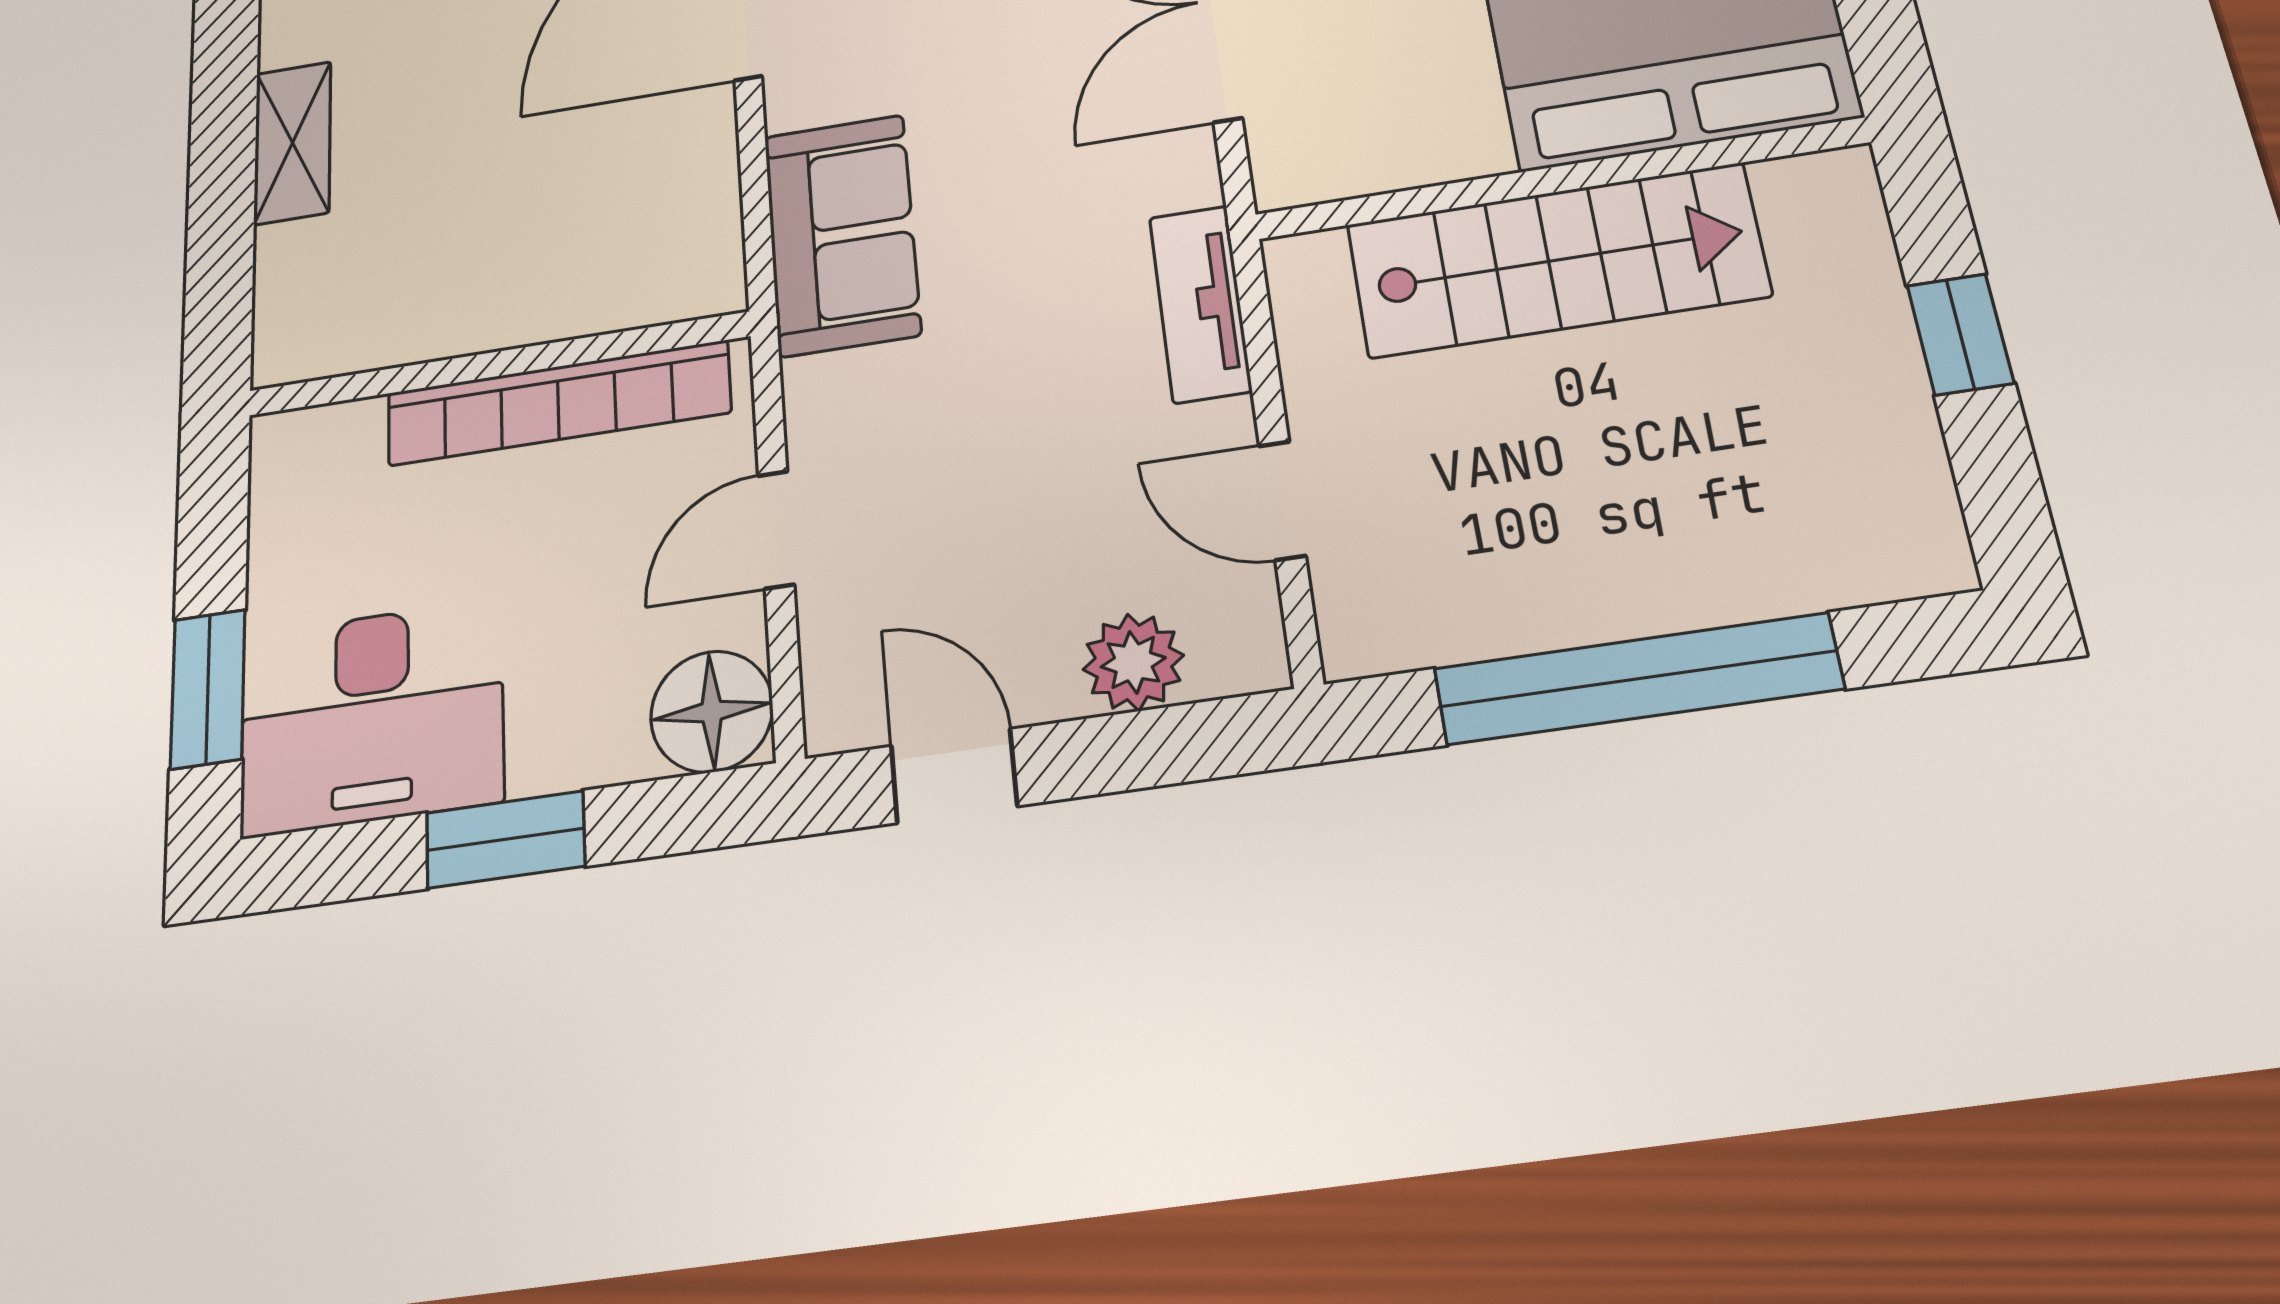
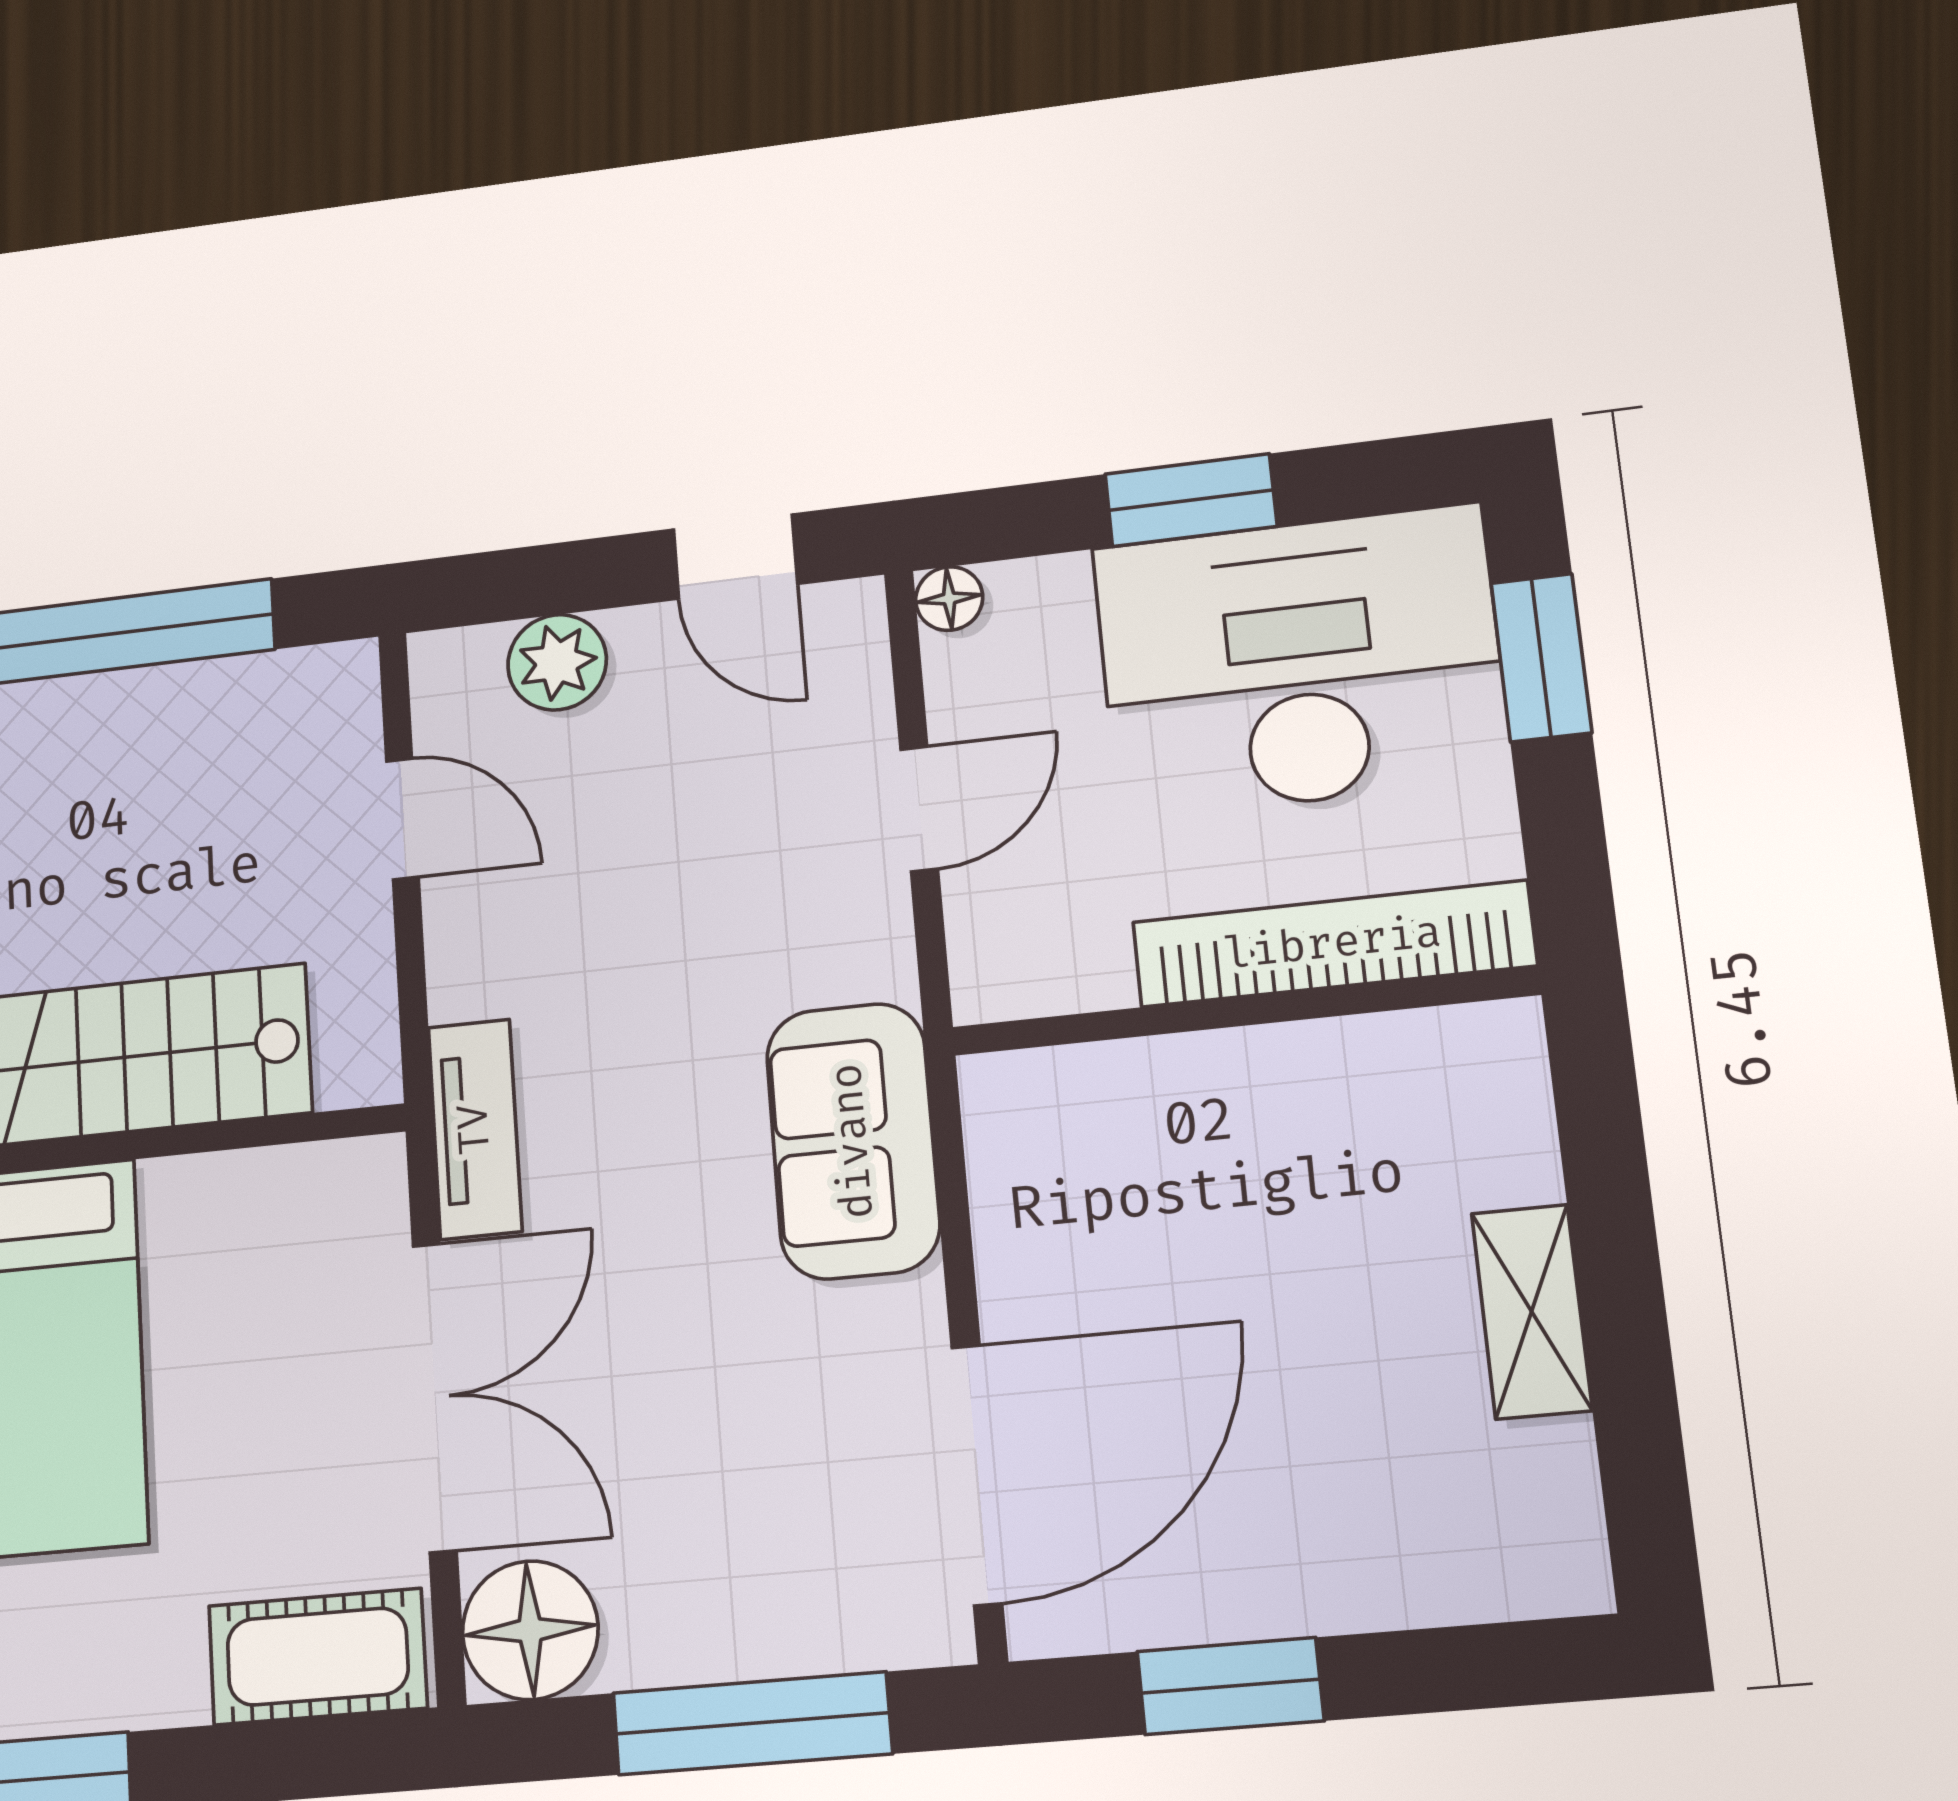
tv unit: (1200, 304) -> (475, 1129), moved
bookcase: (558, 403) -> (1333, 944), moved
floor lamp: (712, 712) -> (949, 599), width x0.53, depth x0.53
desk: (372, 717) -> (1300, 662), width x1.36, depth x1.30

